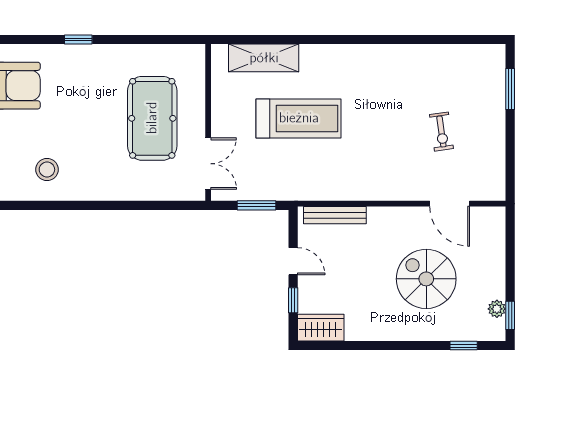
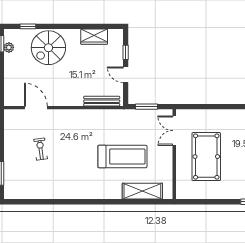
treadmill: (299, 118) -> (122, 156), turned 180
spiral stairs: (426, 279) -> (48, 48), moved, turned 90
wardrobe: (321, 328) -> (94, 37), moved

